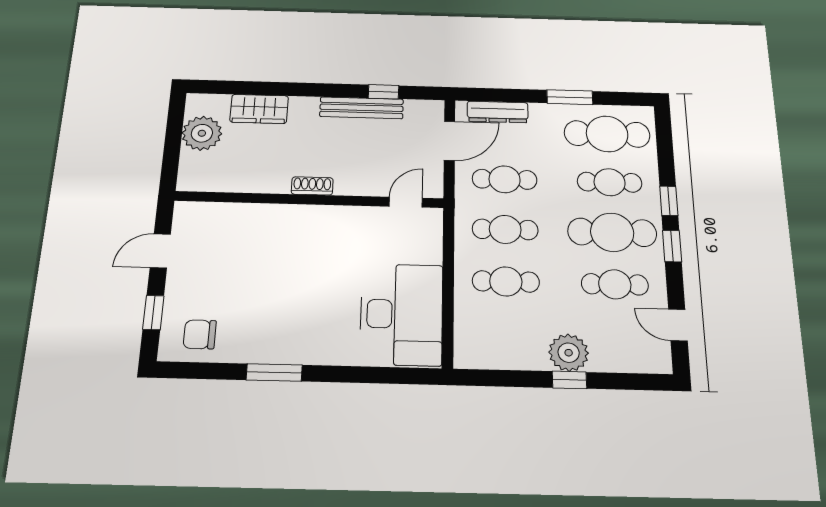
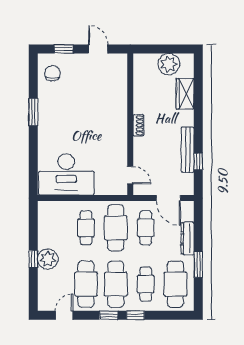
dresser: (498, 112) -> (187, 238), moved
cafe table: (505, 229) -> (116, 228), width x1.37, depth x1.35
cafe table: (615, 284) -> (86, 284), width x1.37, depth x1.35

